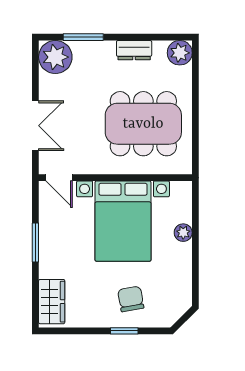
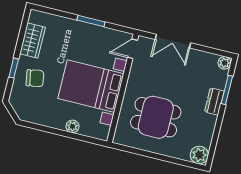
dresser: (134, 50) -> (214, 101), moved
plant: (55, 57) -> (224, 63), width x0.53, depth x0.53
dining table: (143, 124) -> (156, 117), width x0.73
wardrobe: (52, 302) -> (32, 40), moved, turned -90

